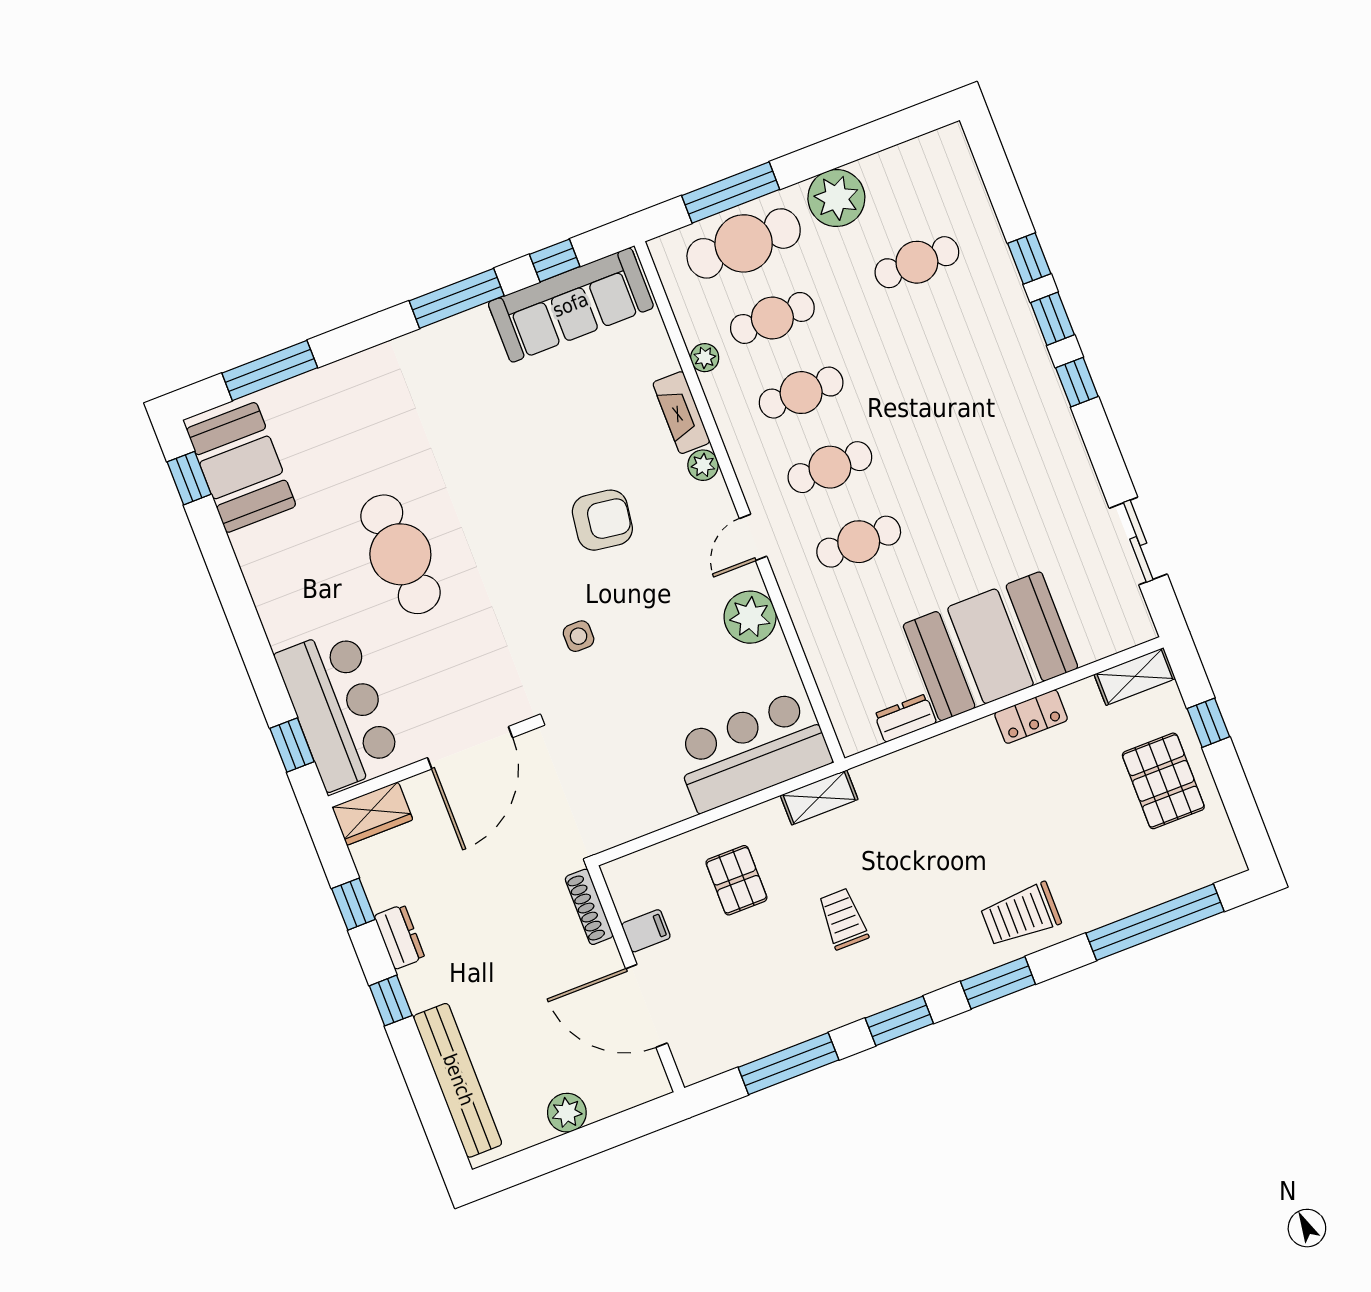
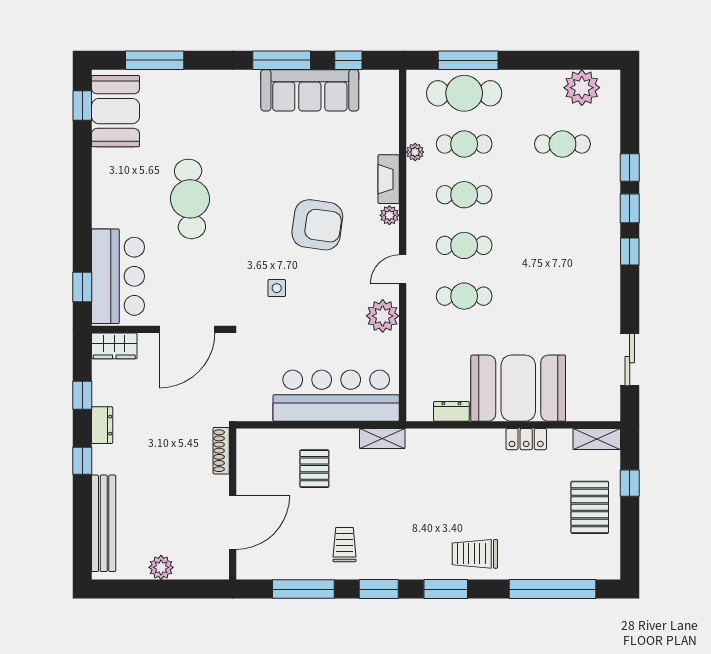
plant: (836, 198) -> (582, 88), moved
sofa: (571, 305) -> (310, 90), moved
armchair: (602, 520) -> (317, 225), width x1.36, depth x1.36
bar counter: (752, 751) -> (336, 396), width x1.36
trolley: (843, 919) -> (345, 545), moved
filing cabinet: (646, 931) -> (249, 478), removed
door: (647, 1006) -> (233, 522), swing flipped

